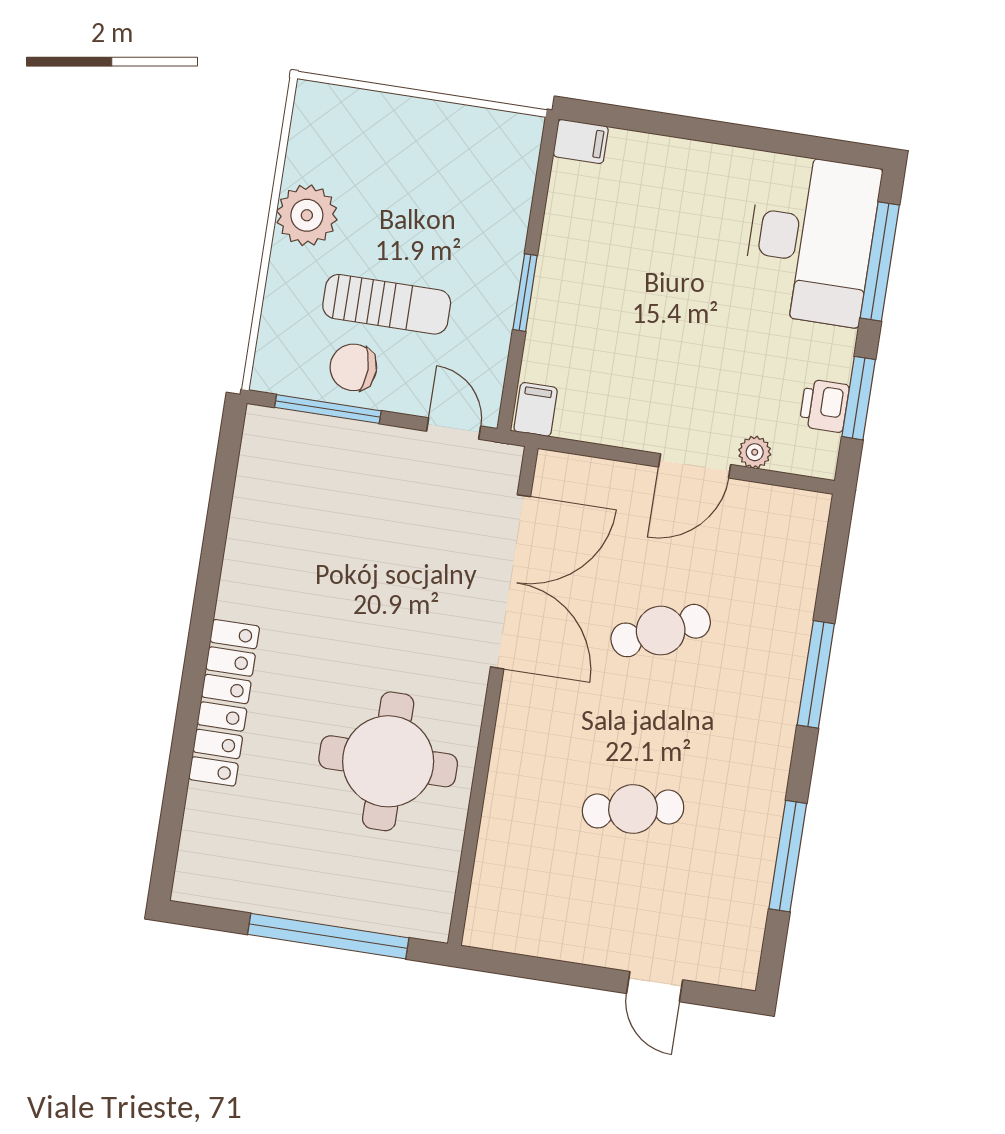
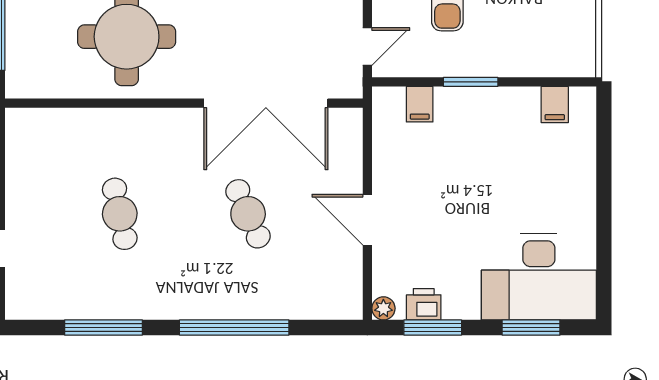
filing cabinet: (581, 141) -> (555, 105), moved
window: (880, 261) -> (531, 328), width x0.69
filing cabinet: (536, 409) -> (420, 104), moved, turned 90
plant: (755, 452) -> (383, 308), moved
window: (816, 674) -> (234, 328), width x1.46

